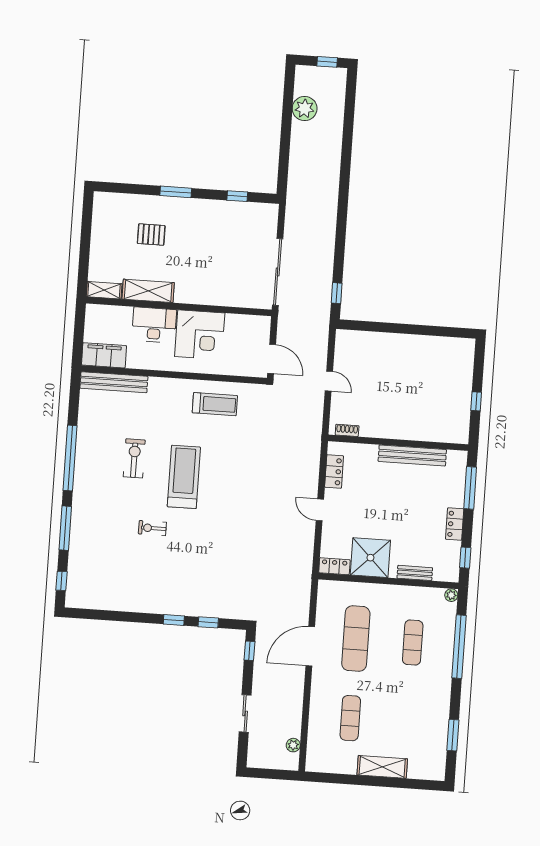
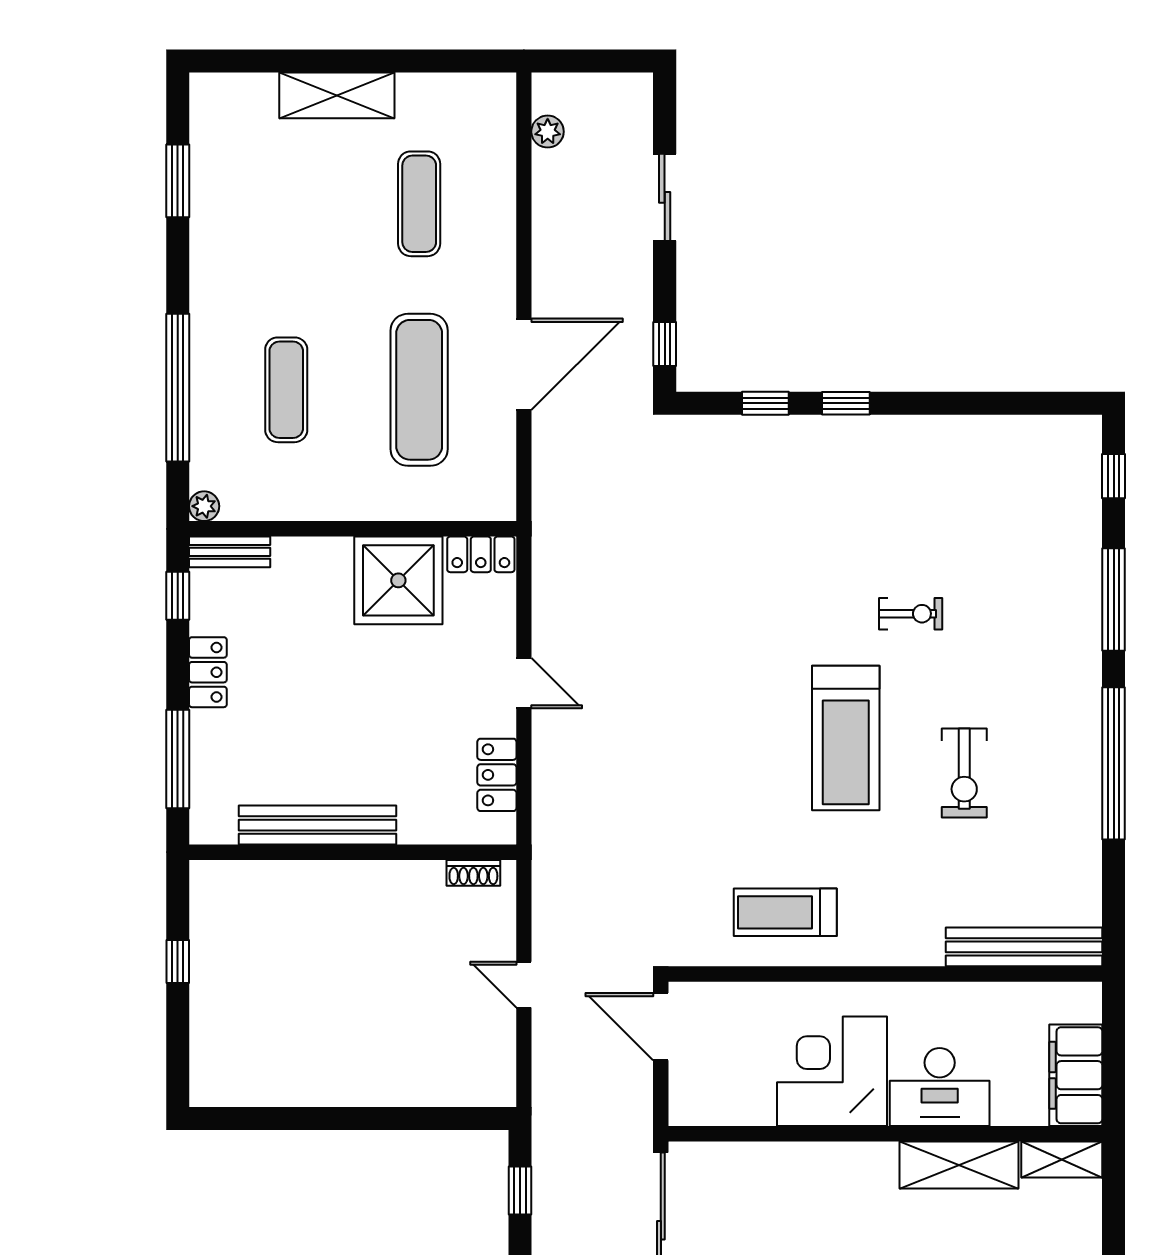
filing cabinet: (104, 355) -> (1076, 1075), moved, turned 90
bench: (415, 573) -> (230, 552), moved

